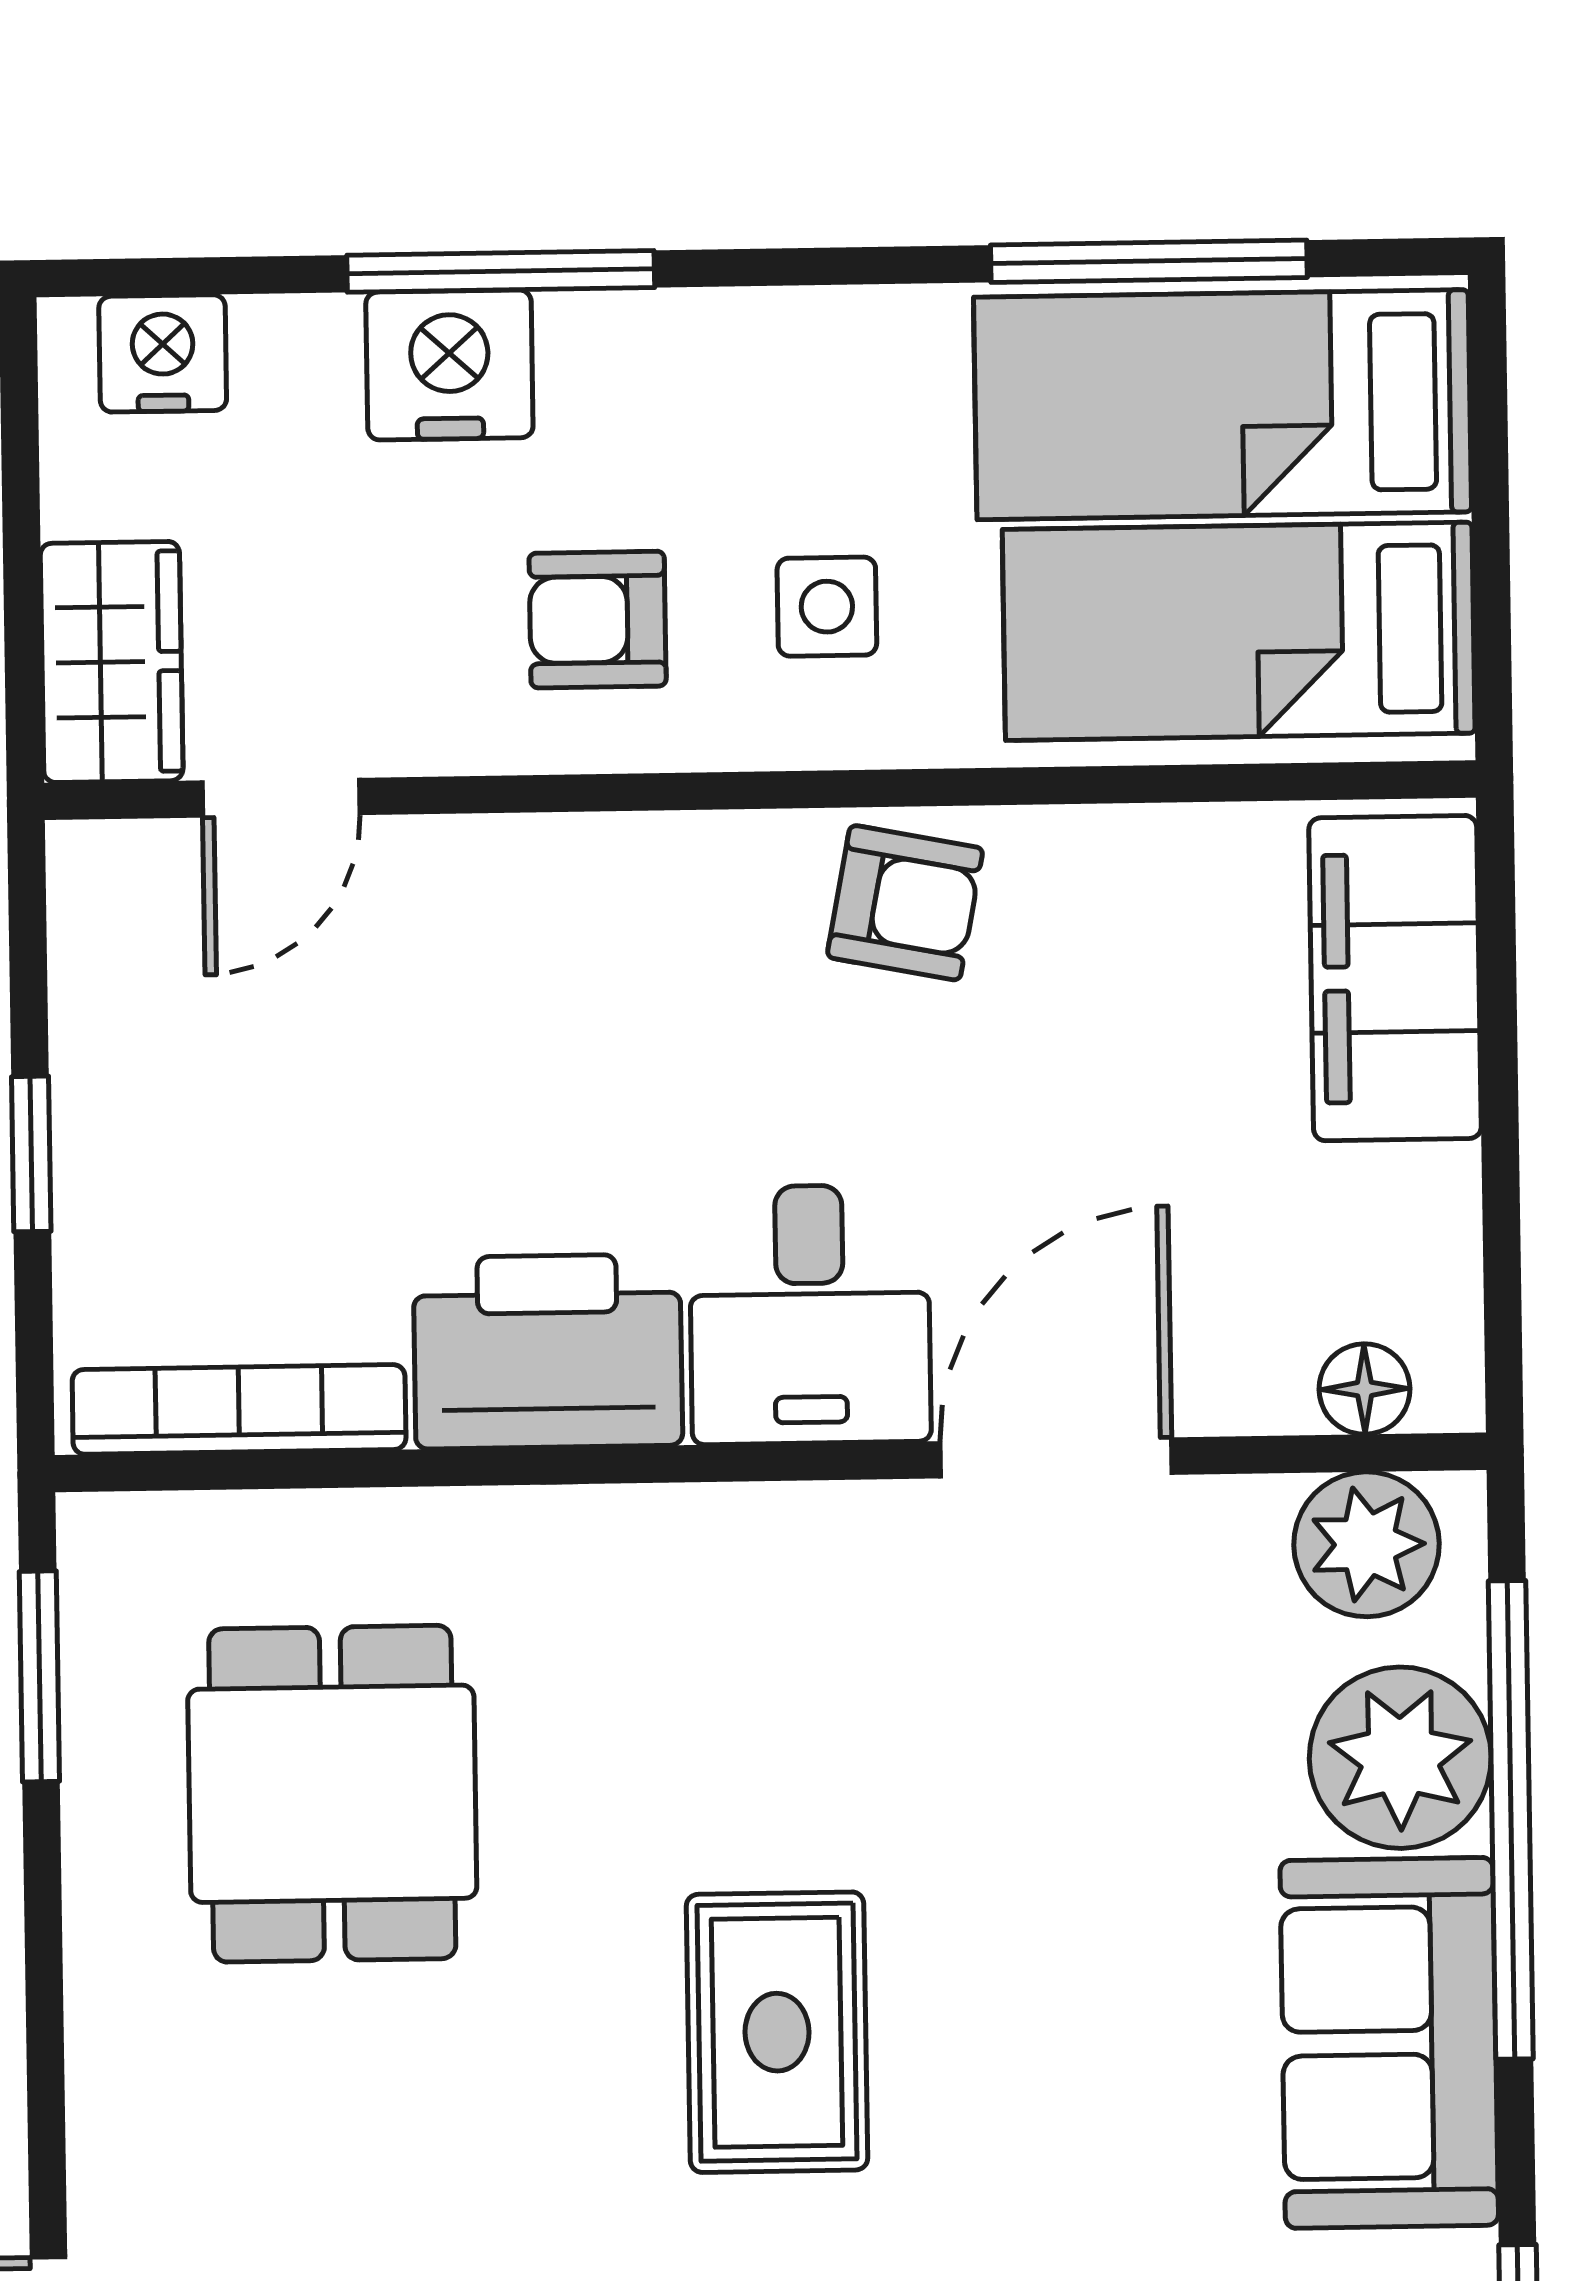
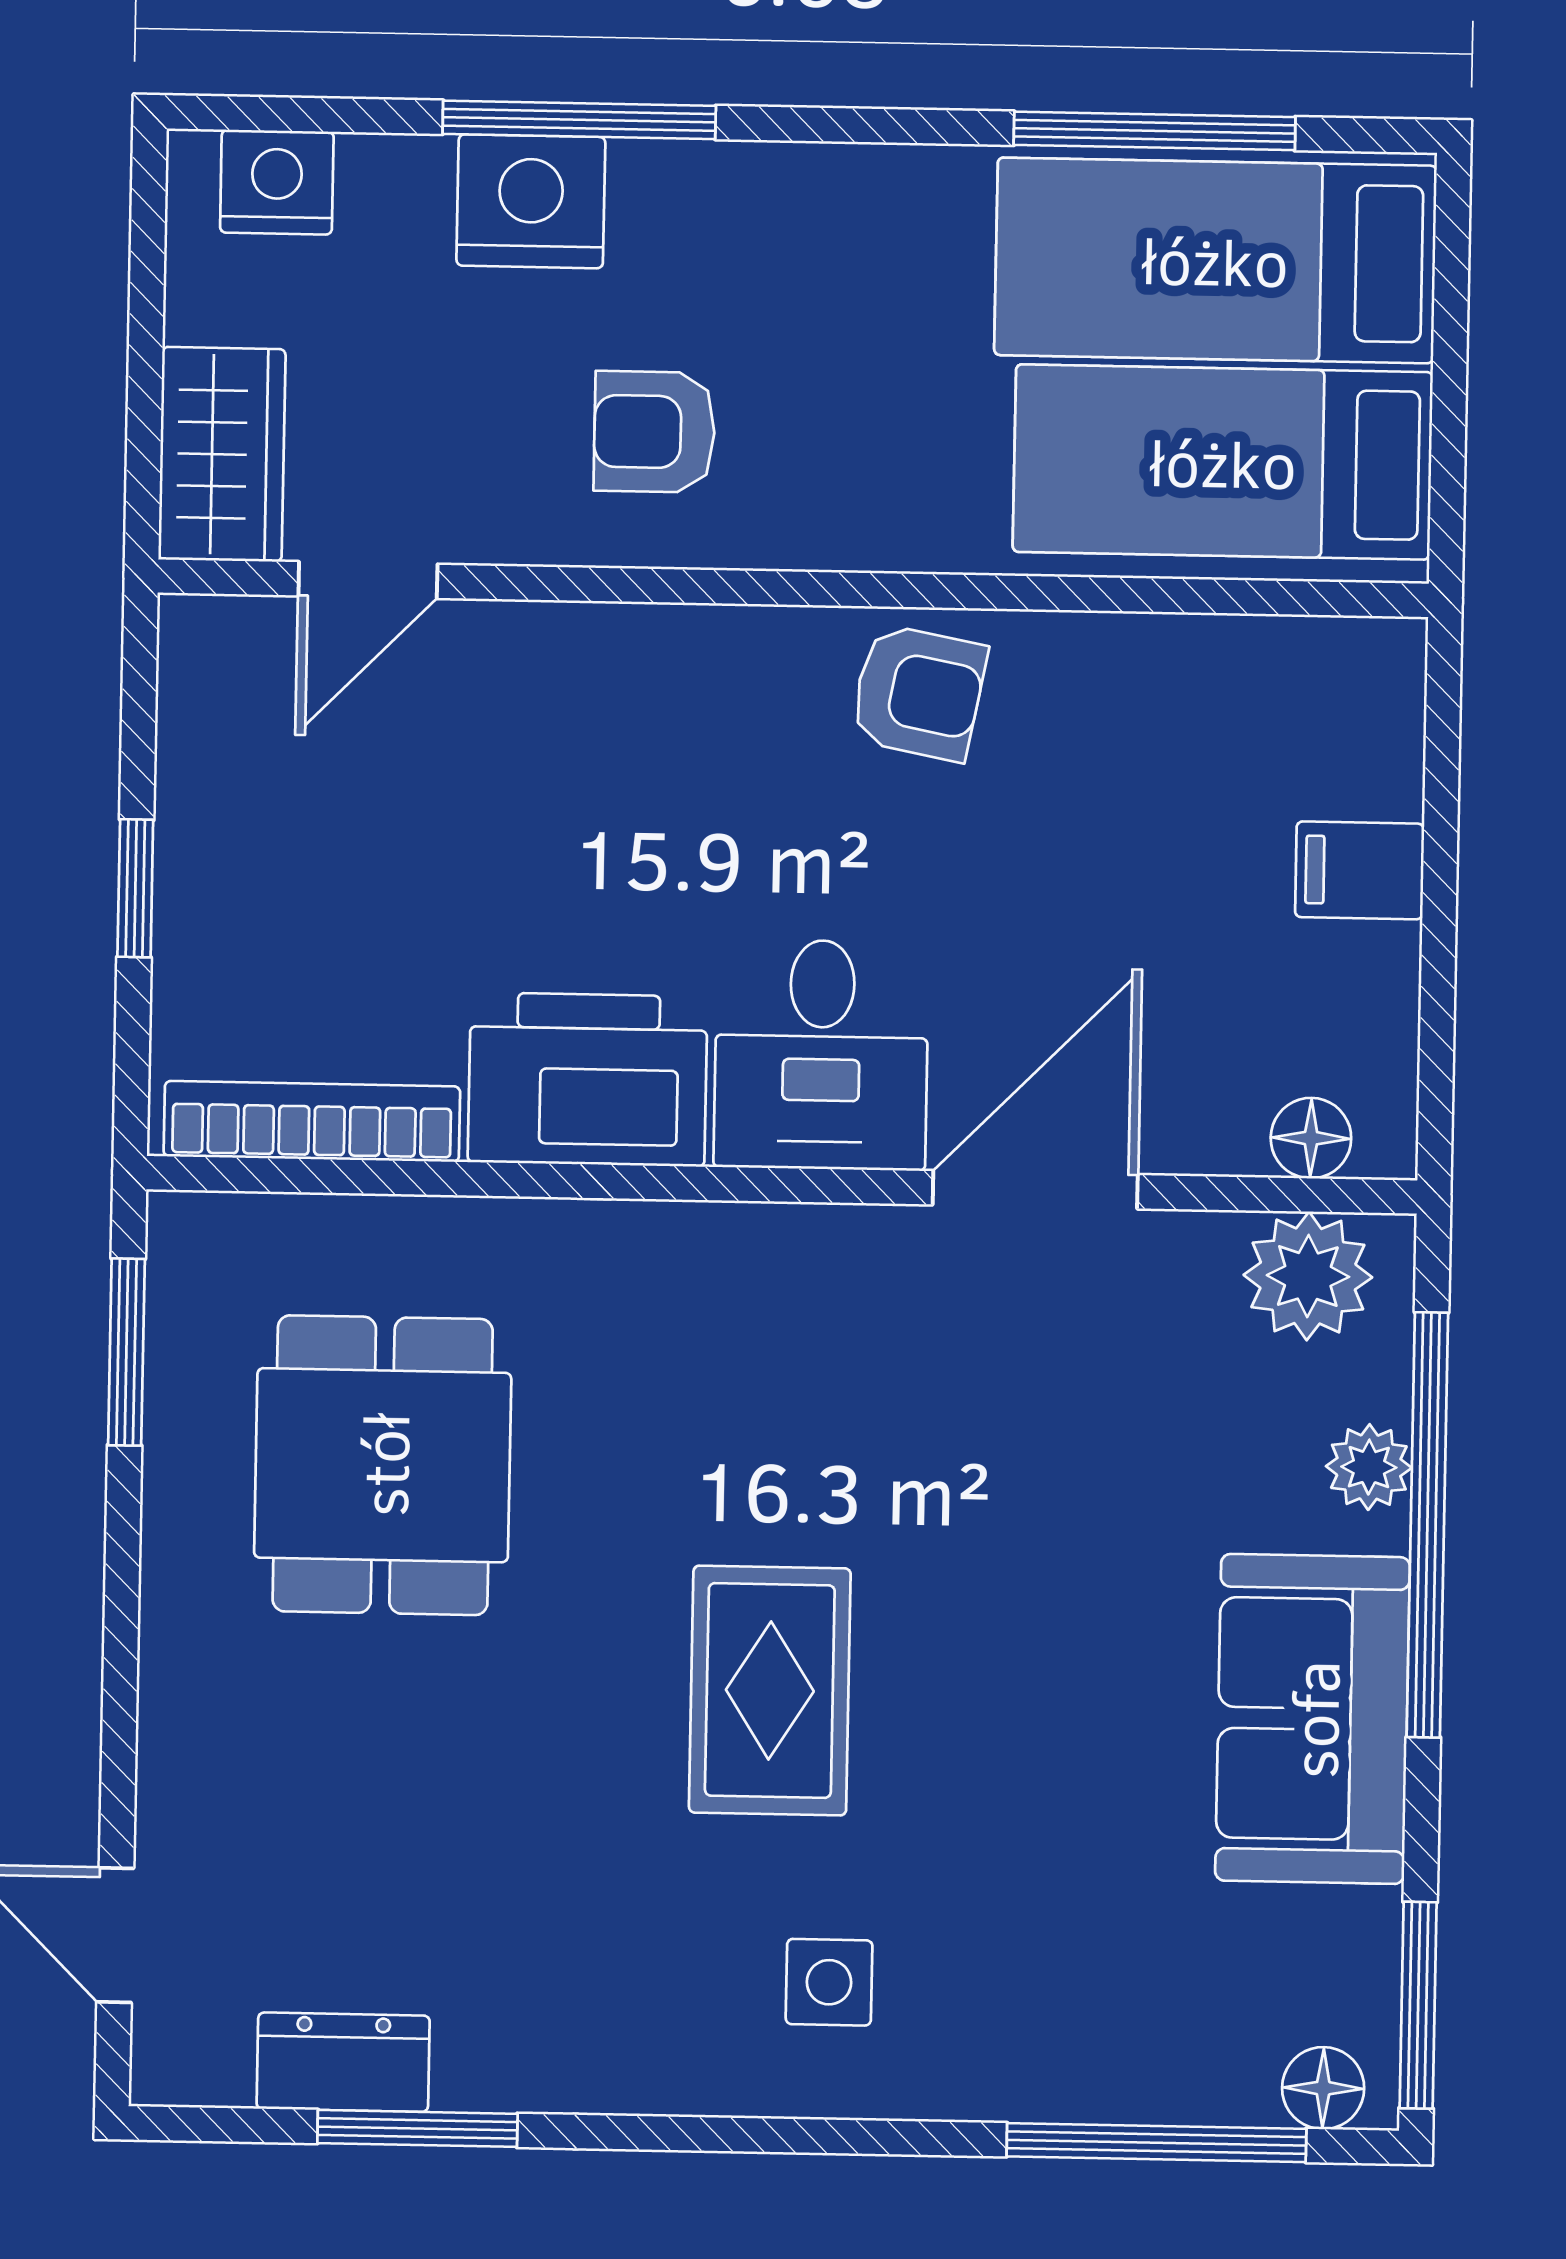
side table: (827, 607) -> (858, 427), removed
filing cabinet: (1395, 978) -> (1360, 870), width x0.33, depth x0.86
plant: (1400, 1758) -> (1369, 1467), width x0.53, depth x0.53

